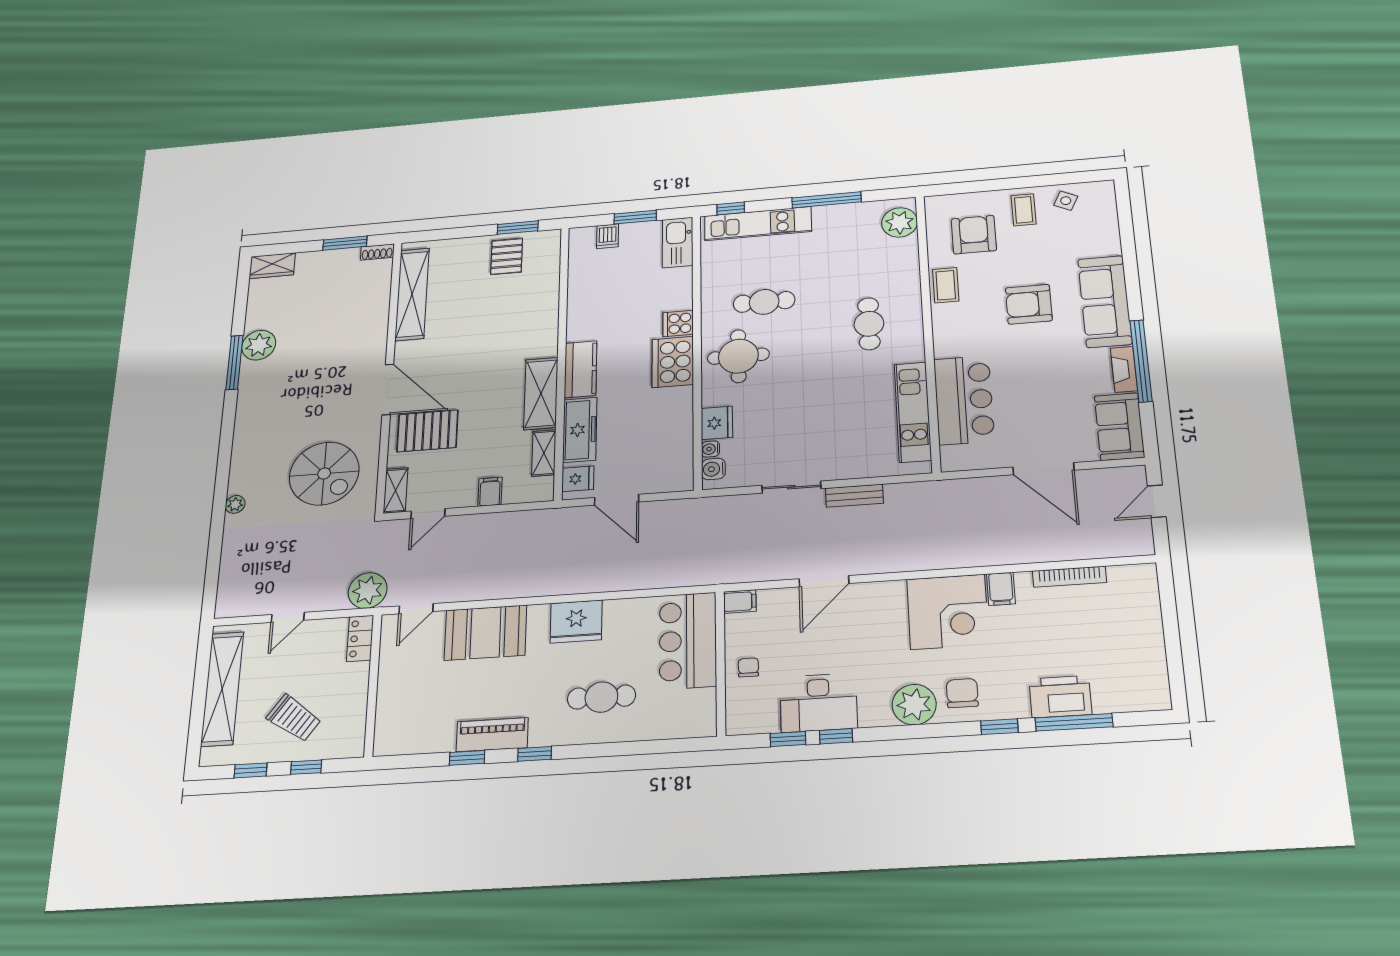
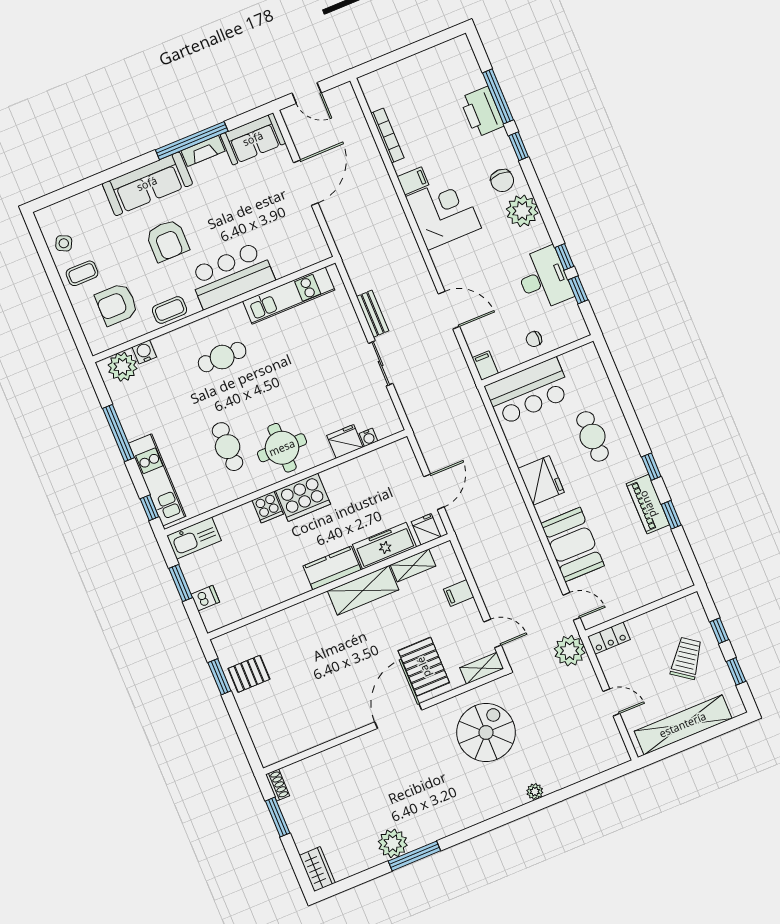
shelving: (412, 294) -> (307, 737), removed
bar counter: (964, 400) -> (231, 275), moved
water cooler: (713, 469) -> (144, 352), moved, turned 180
chair: (962, 693) -> (502, 180), turned -90

